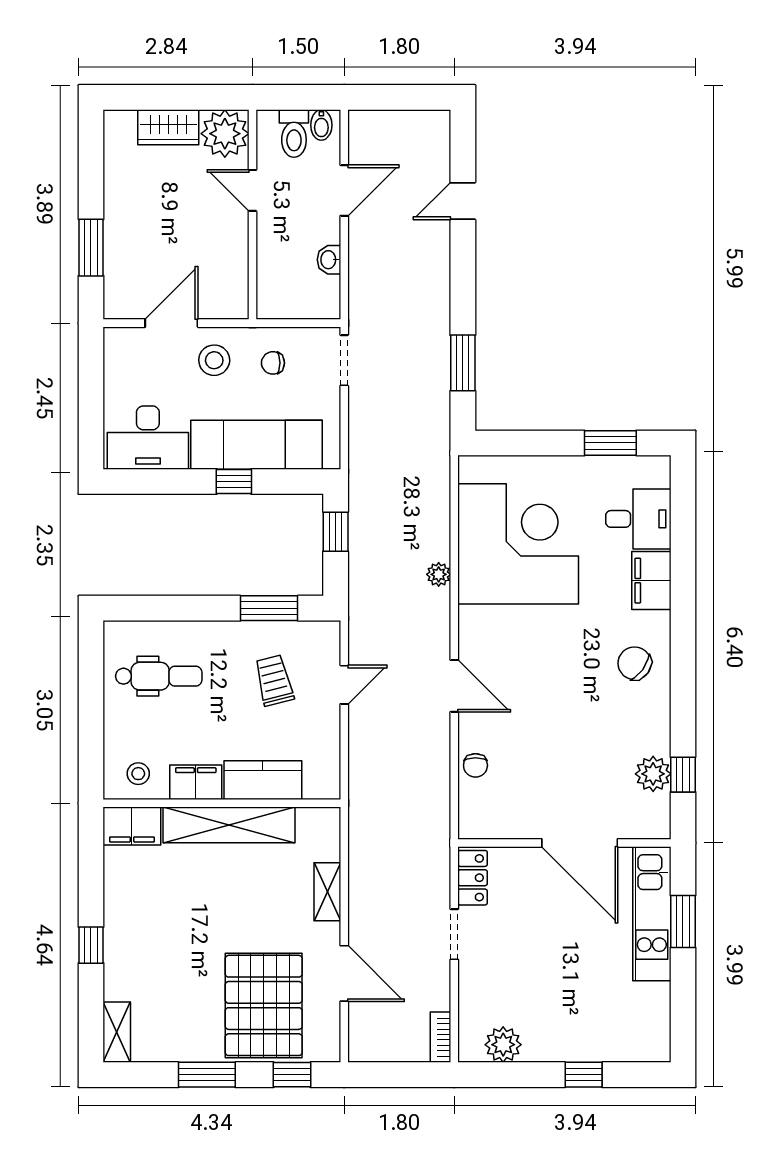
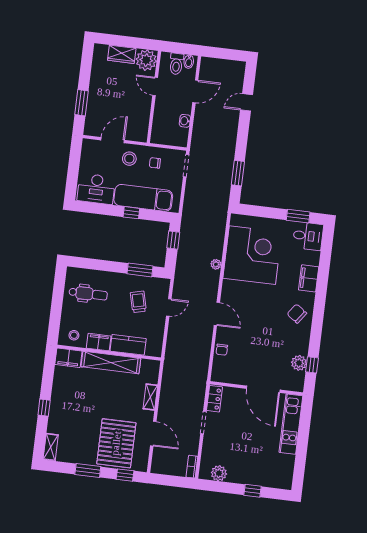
desk: (638, 519) -> (308, 236), moved
window: (683, 921) -> (304, 429), removed

